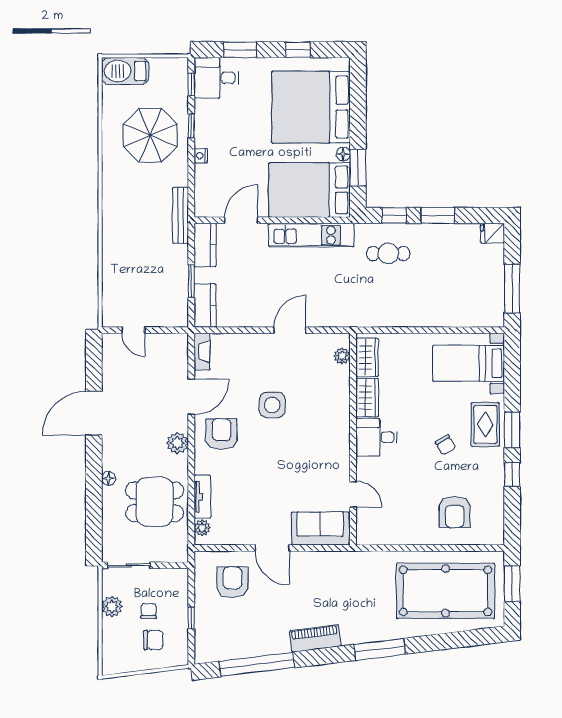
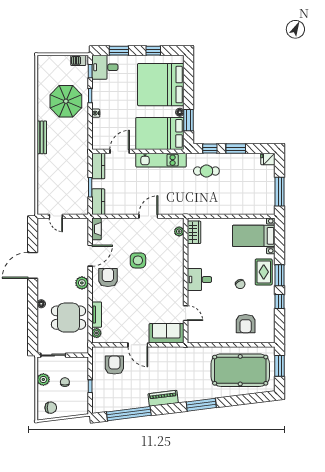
barbecue: (125, 71) -> (78, 60), moved, width x0.53, depth x0.65
bench: (180, 215) -> (42, 137), moved
wardrobe: (367, 398) -> (194, 256), removed
chair: (153, 640) -> (51, 408), moved

